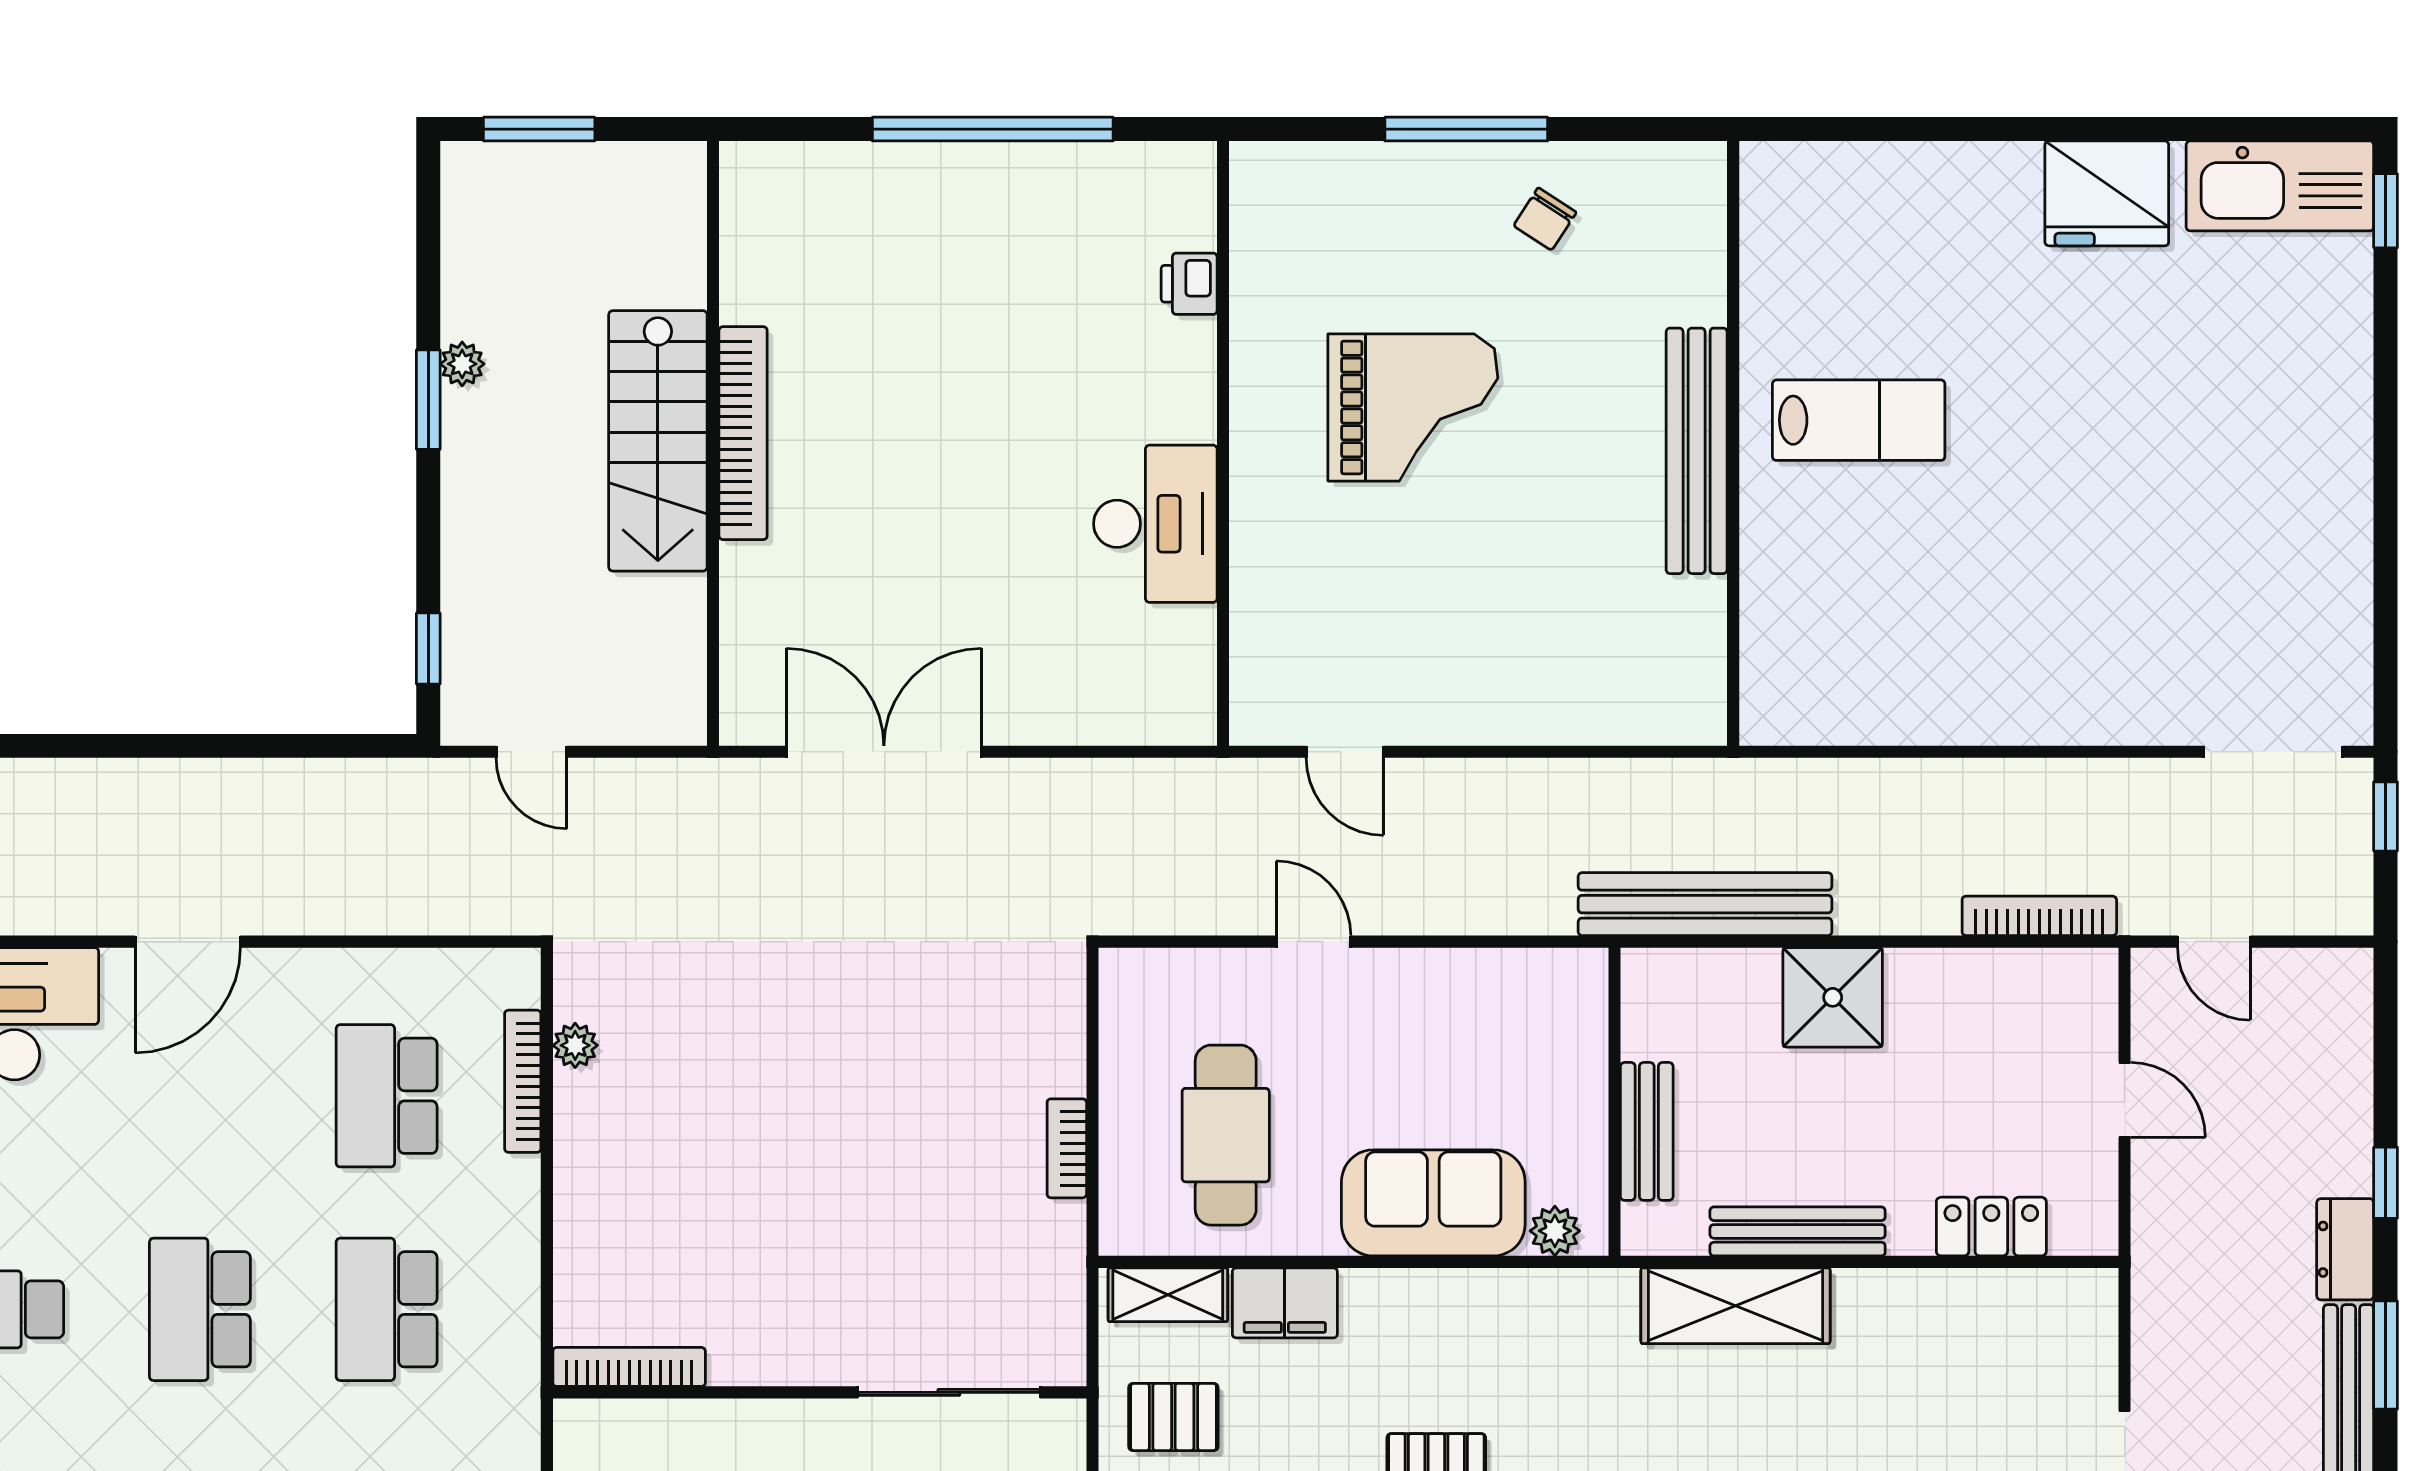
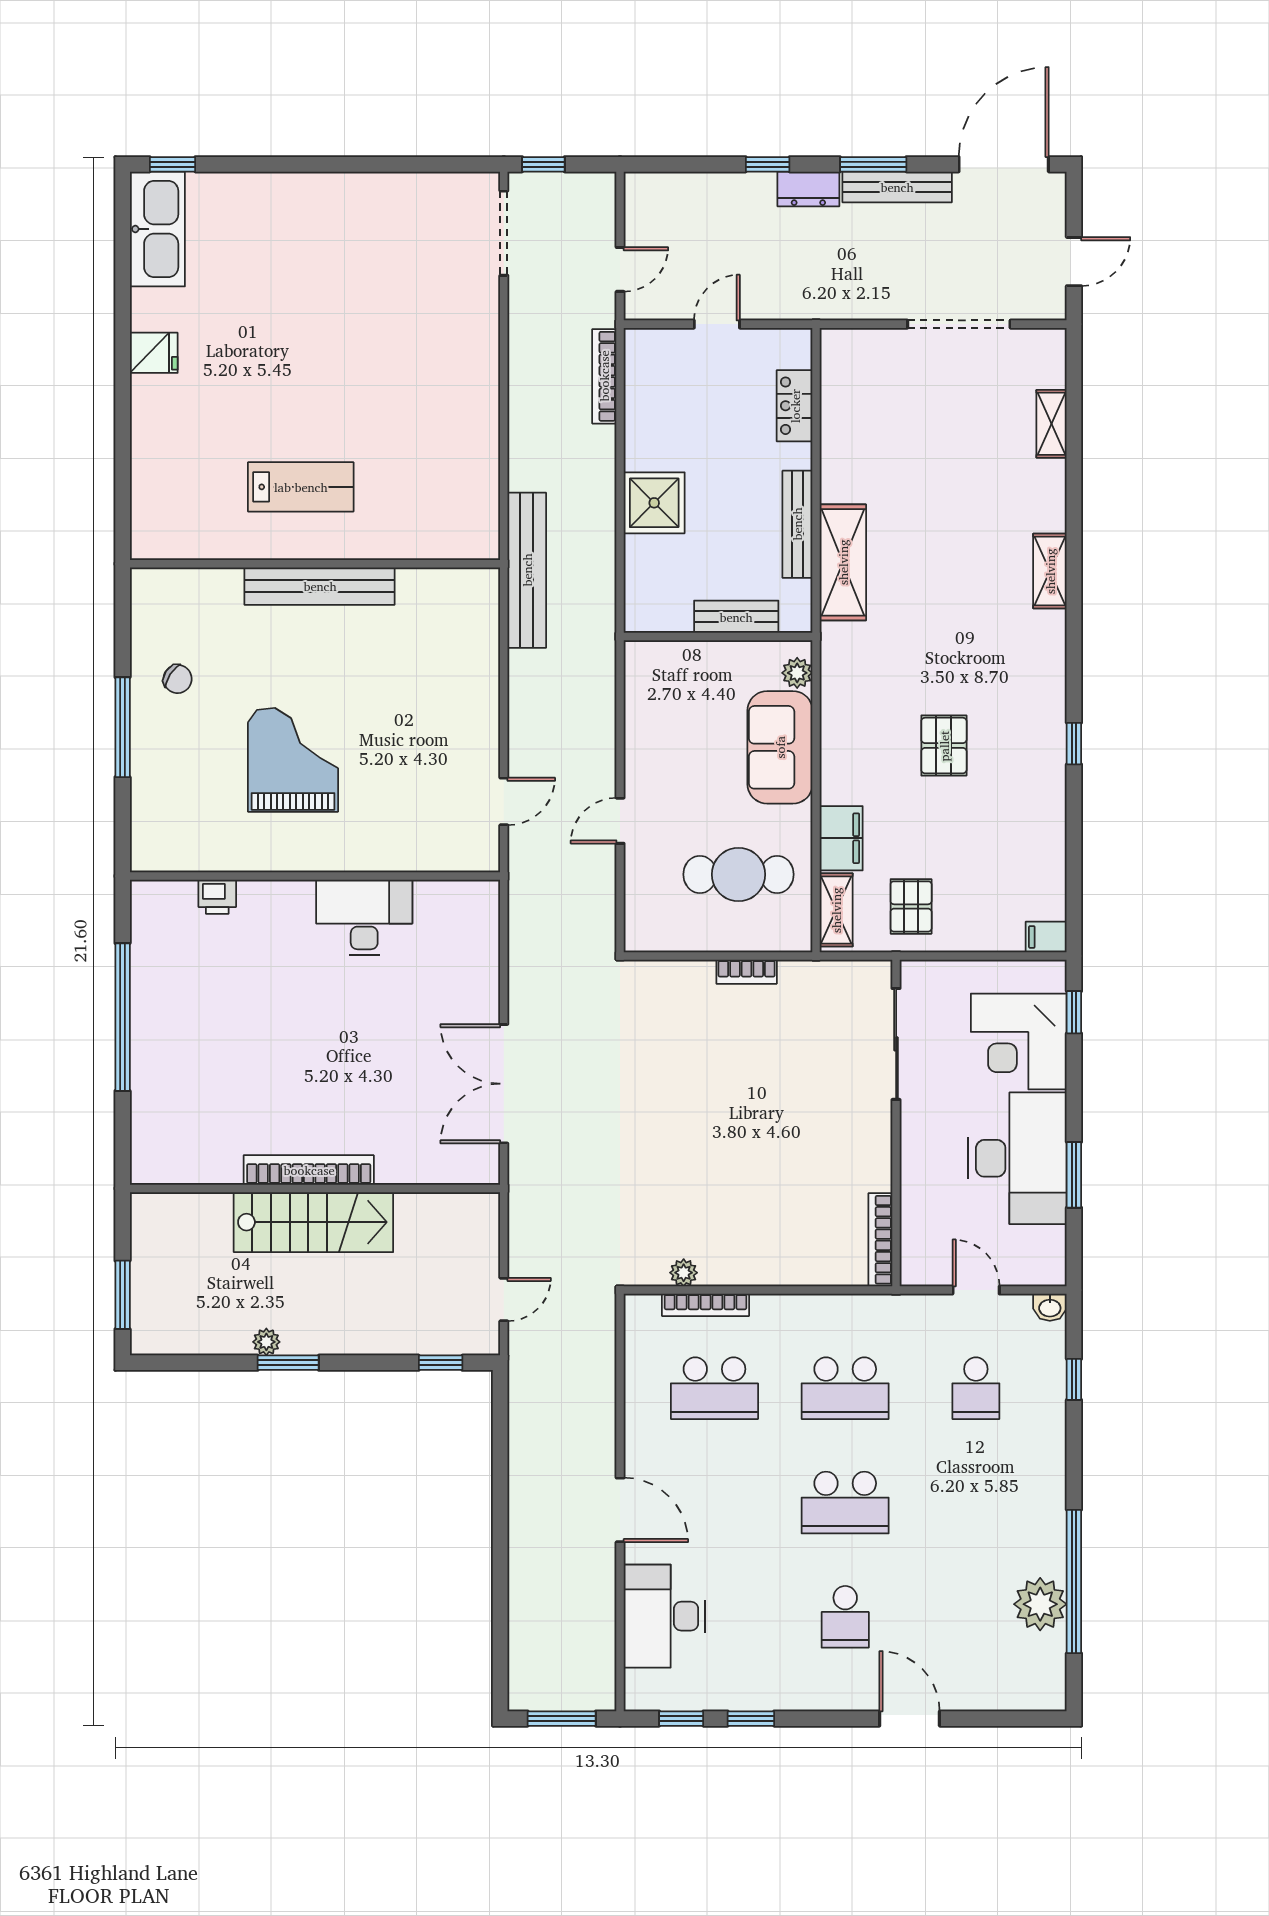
fridge: (2107, 193) -> (154, 353), width x0.53, depth x0.75
lab bench: (1859, 420) -> (301, 487), turned 90
bench: (1705, 904) -> (527, 570), moved

